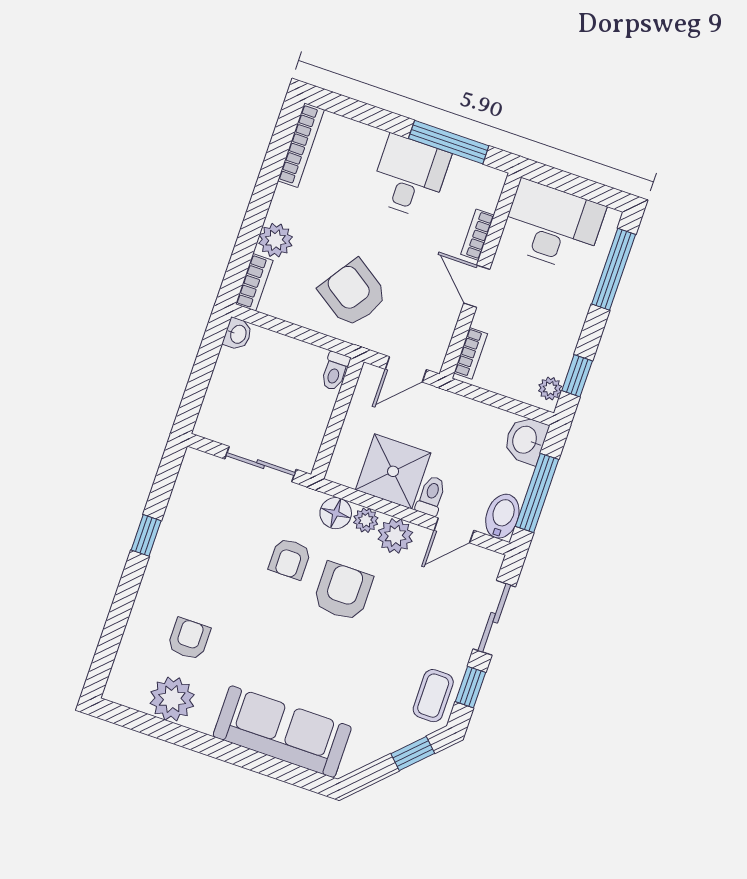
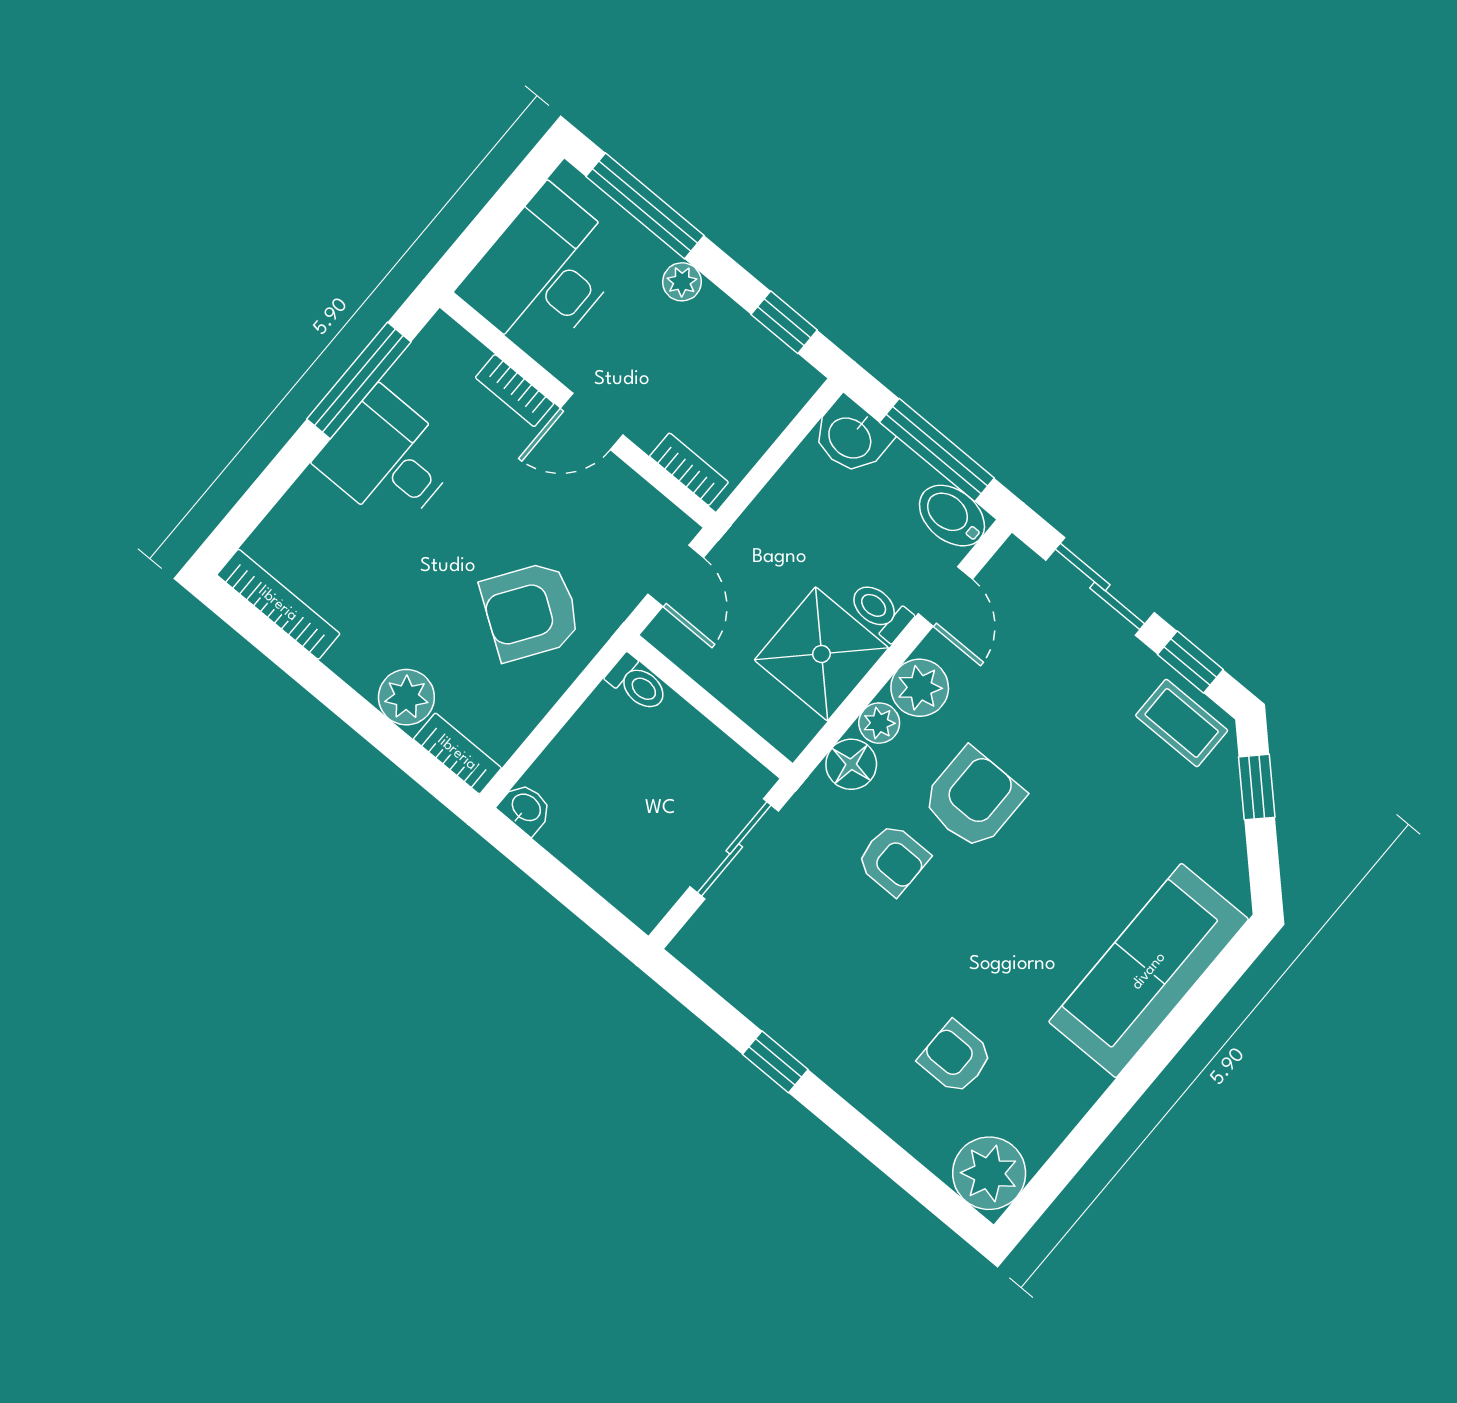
plant: (550, 389) -> (682, 282), moved
armchair: (343, 591) -> (973, 799), turned 90
plant: (172, 699) -> (989, 1173), moved

